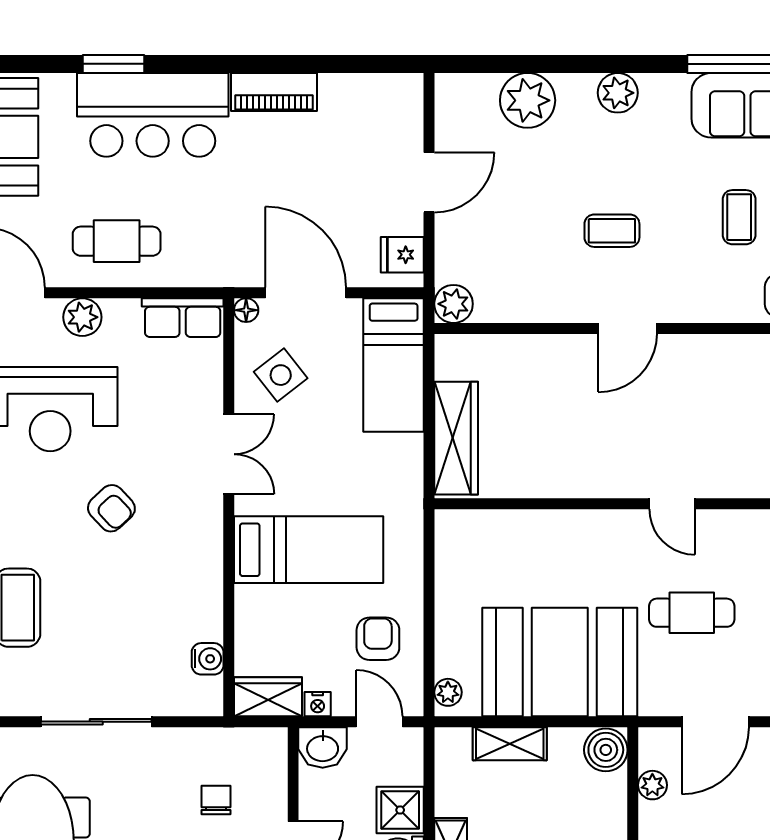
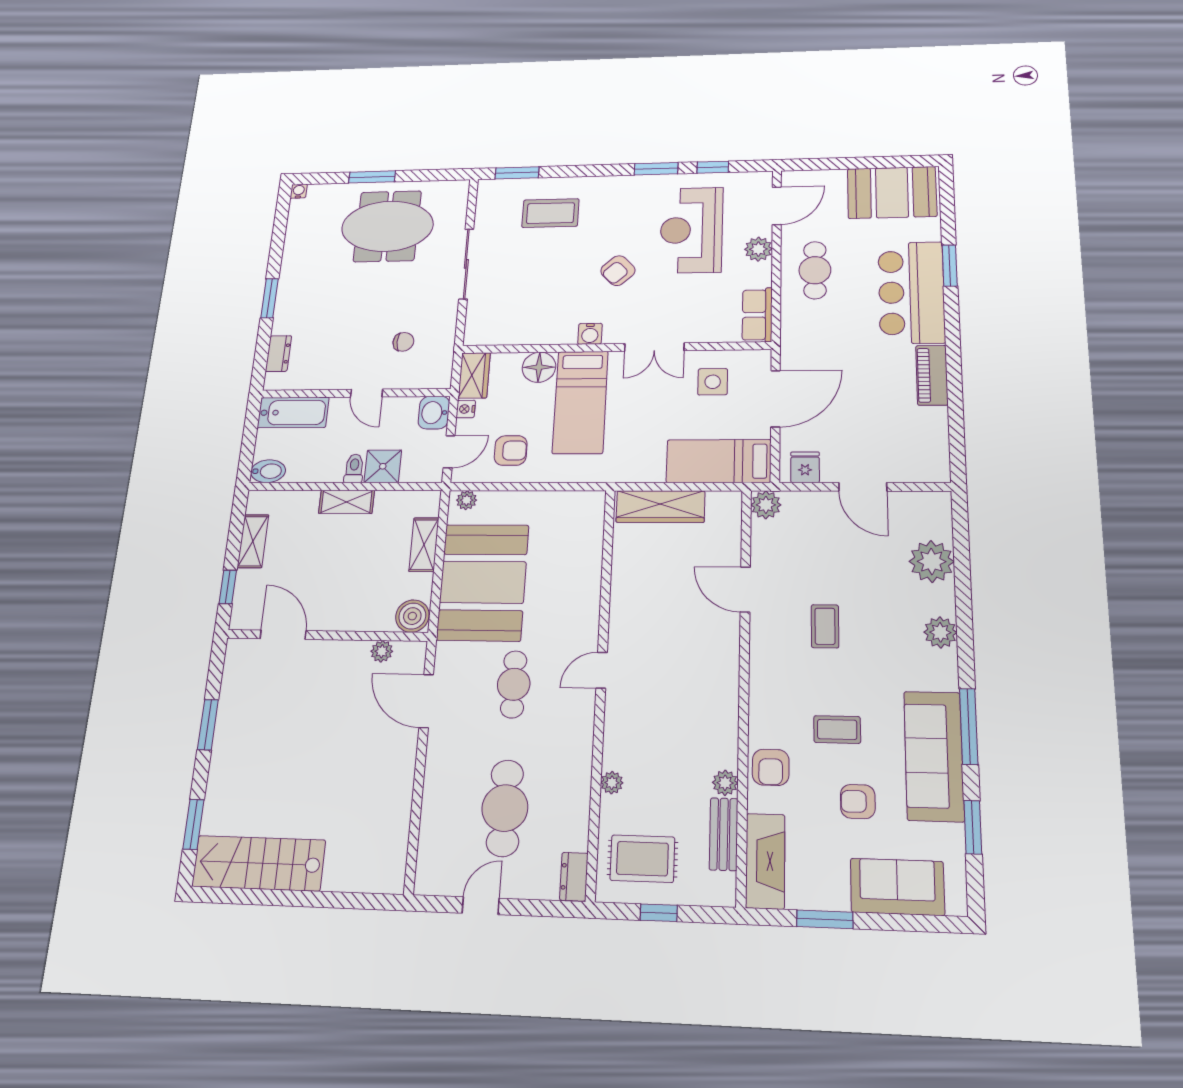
floor lamp: (246, 310) -> (539, 367), moved, width x1.89, depth x1.89
door: (628, 329) -> (745, 590), moved
side table: (281, 375) -> (713, 382), turned 38
water cooler: (208, 659) -> (590, 334), moved

